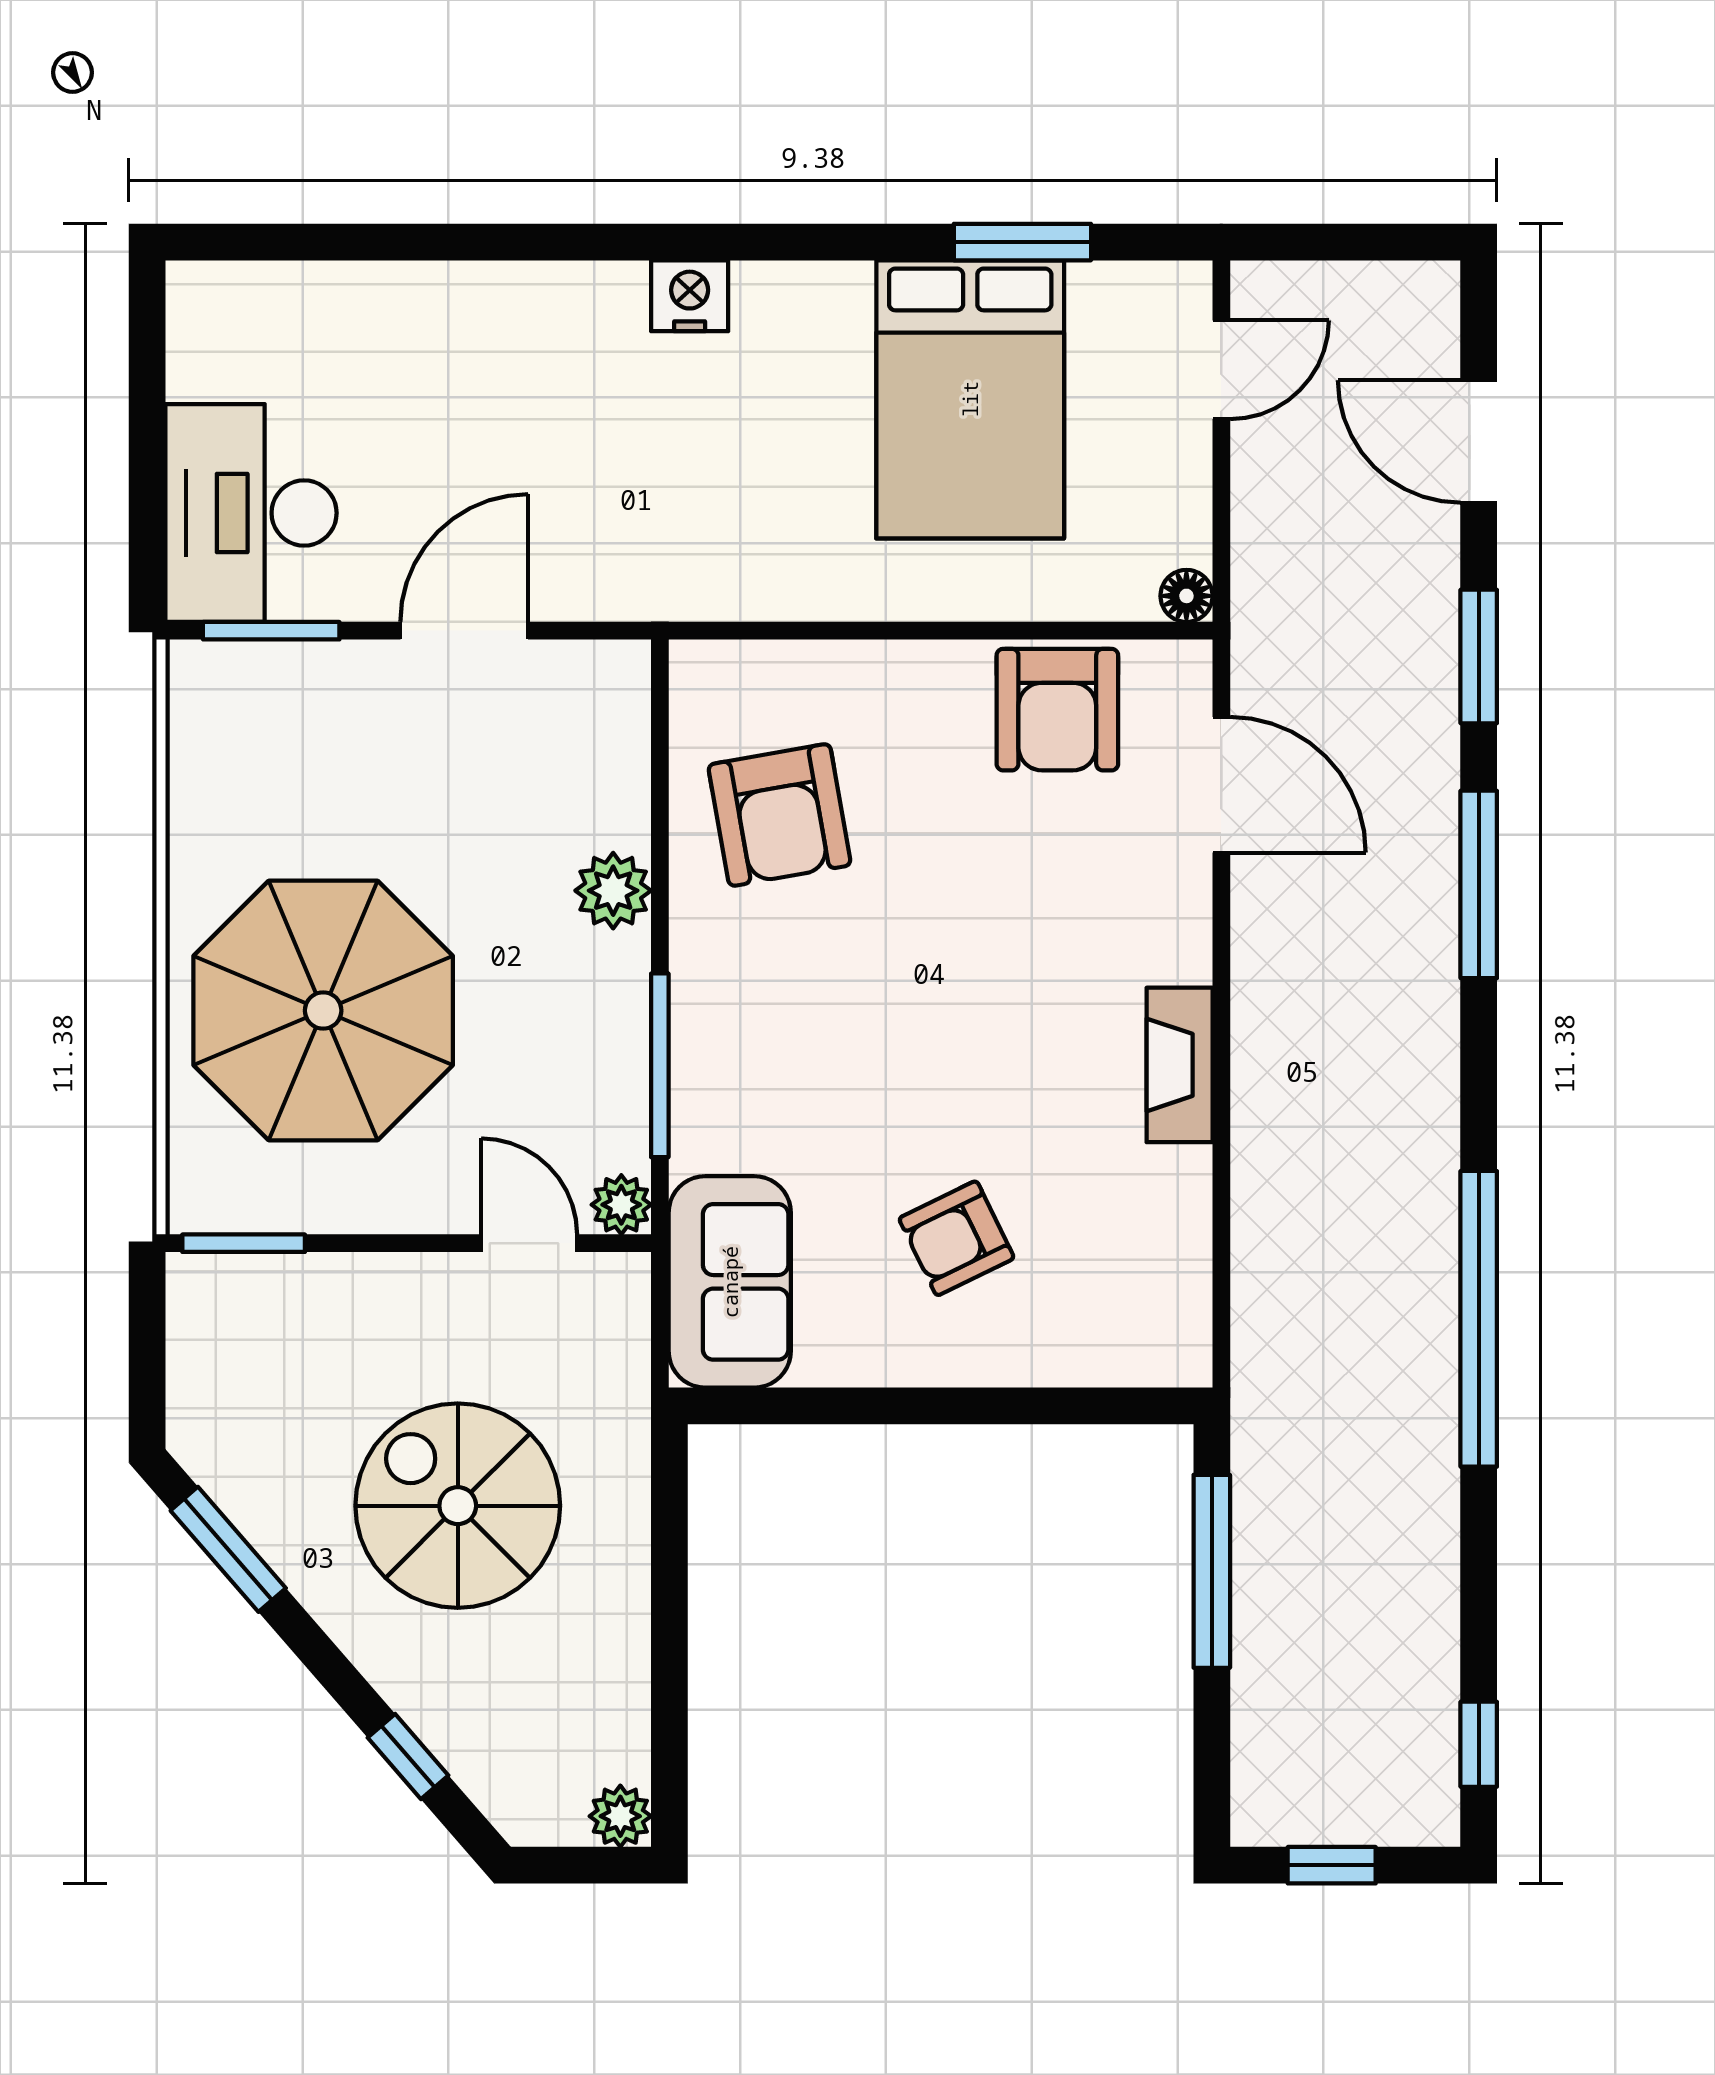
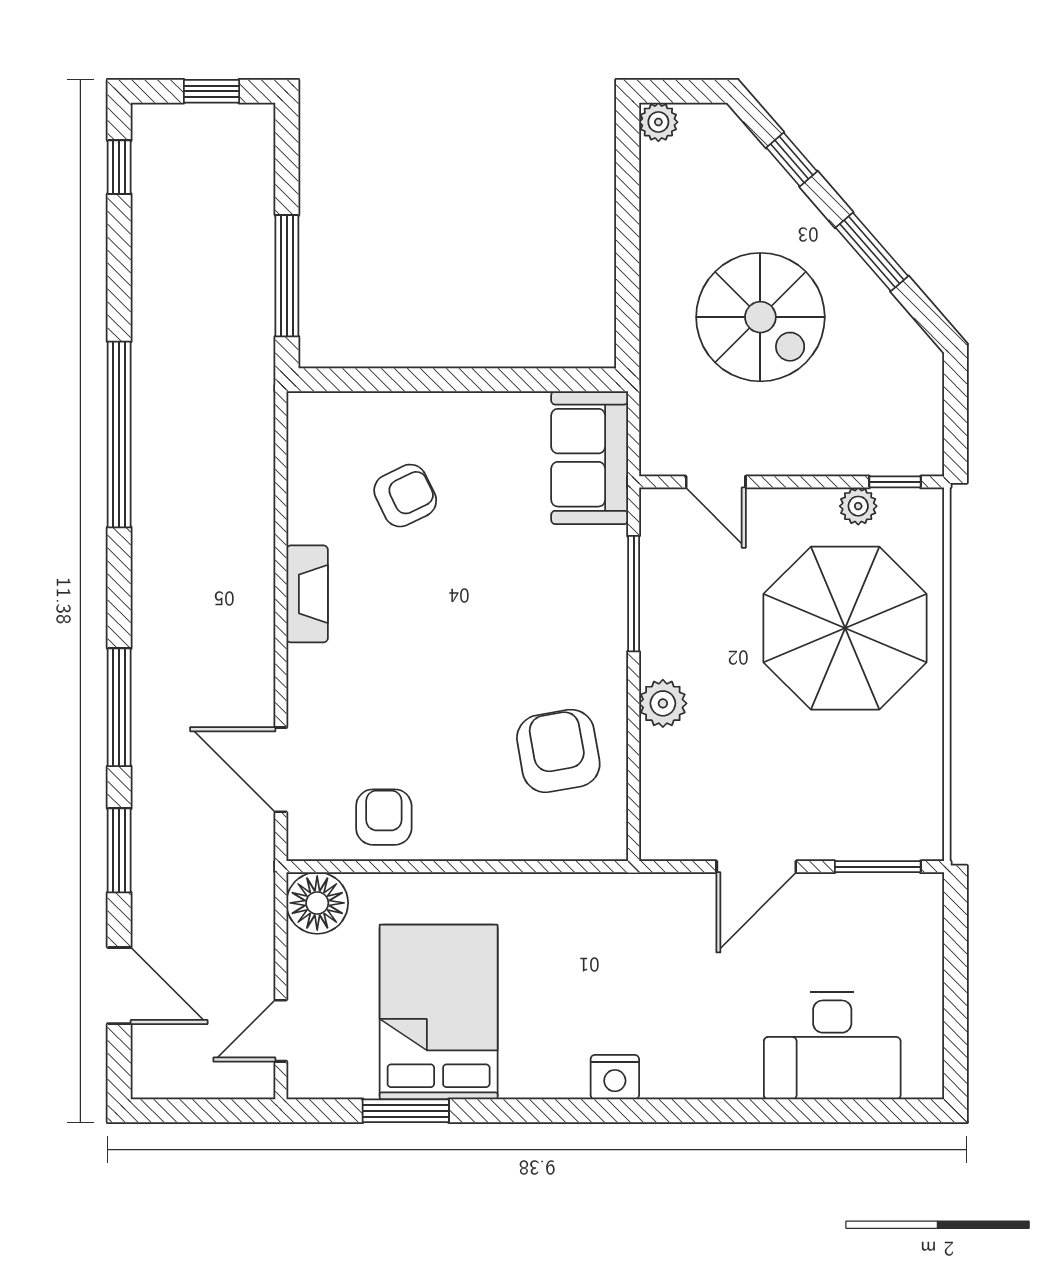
desk: (251, 513) -> (832, 1046), moved, turned 90
floor lamp: (1186, 596) -> (317, 903), width x1.89, depth x1.89
armchair: (1057, 710) -> (384, 817), width x0.72, depth x0.72
plant: (621, 1205) -> (858, 506), moved
armchair: (957, 1238) -> (405, 496), moved
window: (244, 1243) -> (895, 482), width x0.67
window: (228, 1549) -> (872, 252), moved

